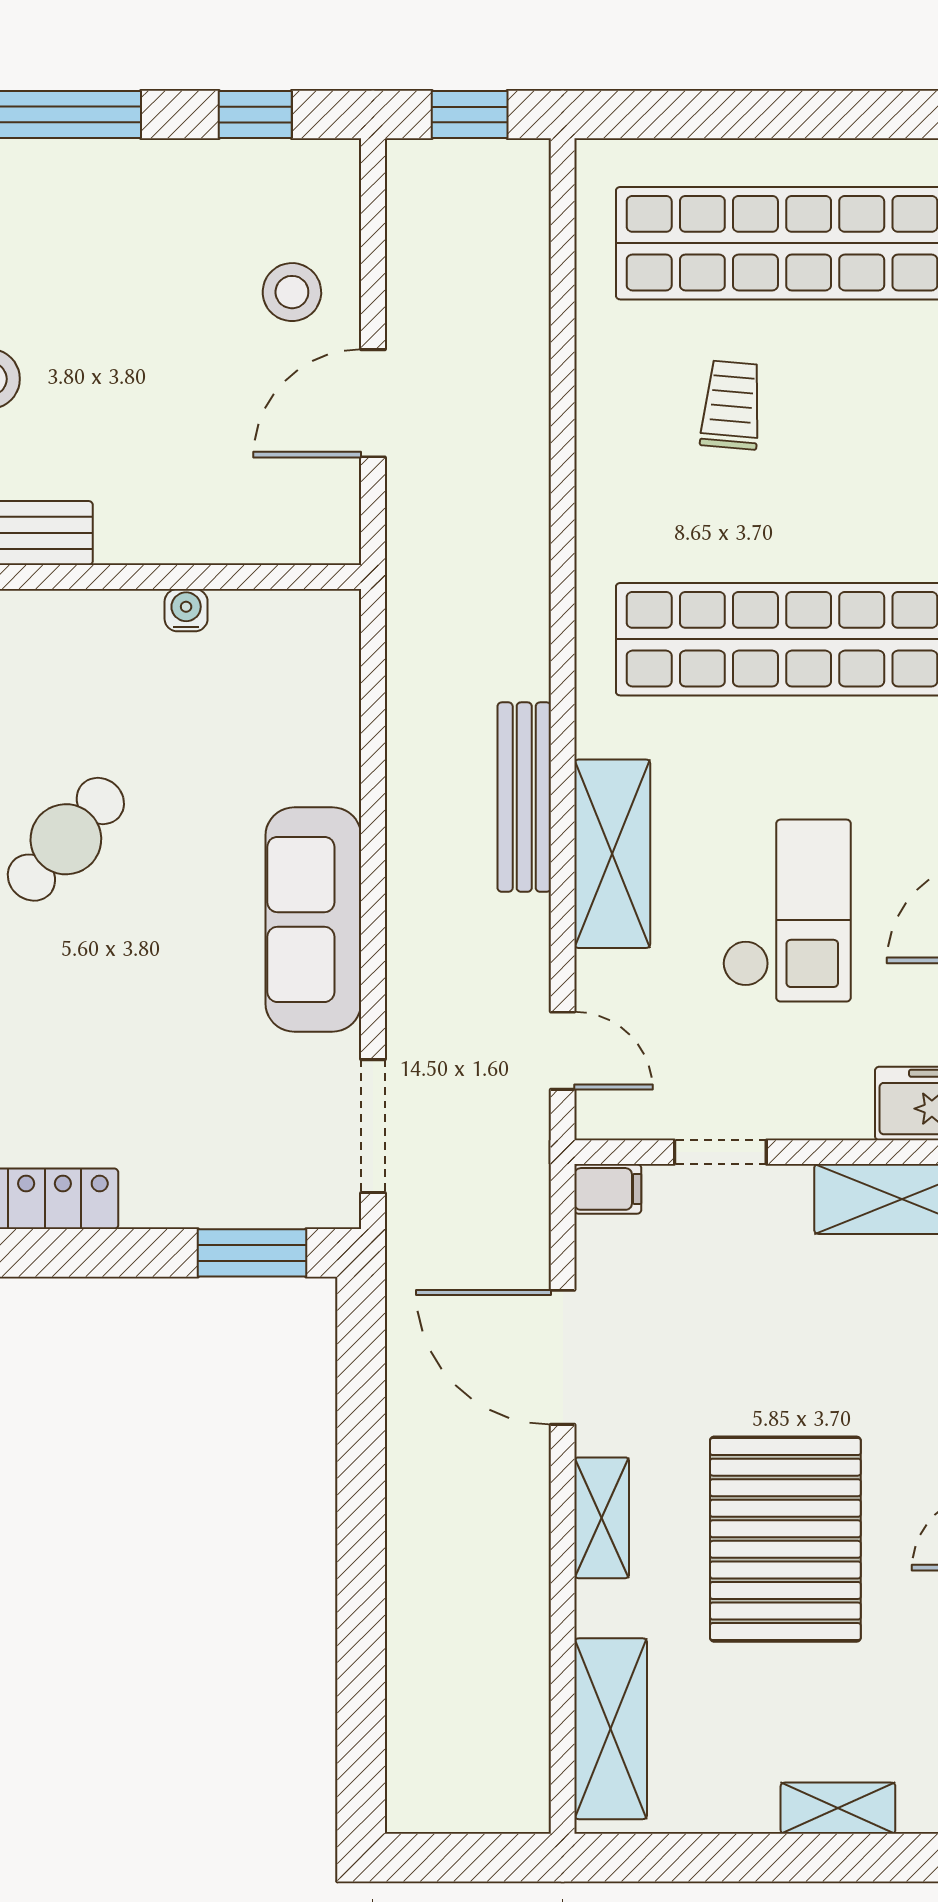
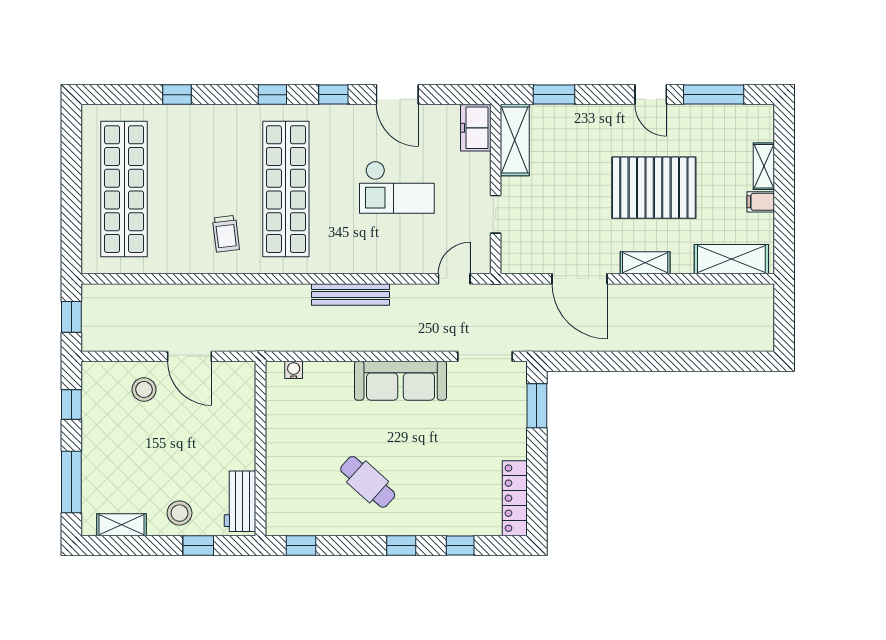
trolley: (732, 405) -> (226, 234), moved, turned -102
water cooler: (186, 610) -> (294, 370), moved, turned 90
shelving: (612, 854) -> (374, 259), removed
checkout: (787, 911) -> (397, 187), turned 180
filing cabinet: (608, 1189) -> (761, 202), moved, turned -90
door: (563, 1357) -> (579, 279), hinge flipped

